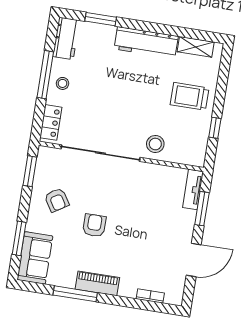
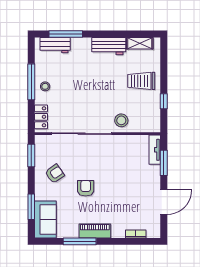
window: (101, 19) -> (66, 34), width x1.44
workbench: (66, 38) -> (55, 45), moved, turned 90
workbench: (146, 43) -> (109, 46), width x0.73
armchair: (57, 200) -> (55, 174), turned -93

